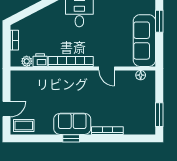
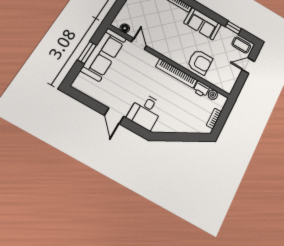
window: (159, 21) -> (87, 52), moved
door: (107, 68) -> (139, 44), moved
armchair: (55, 85) -> (200, 62), added
window: (71, 138) -> (233, 28), moved

